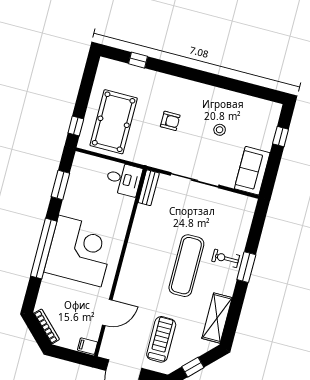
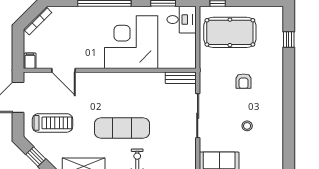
desk: (124, 179) -> (182, 20), moved, turned -90
corner desk: (80, 251) -> (131, 42), moved, turned 180

